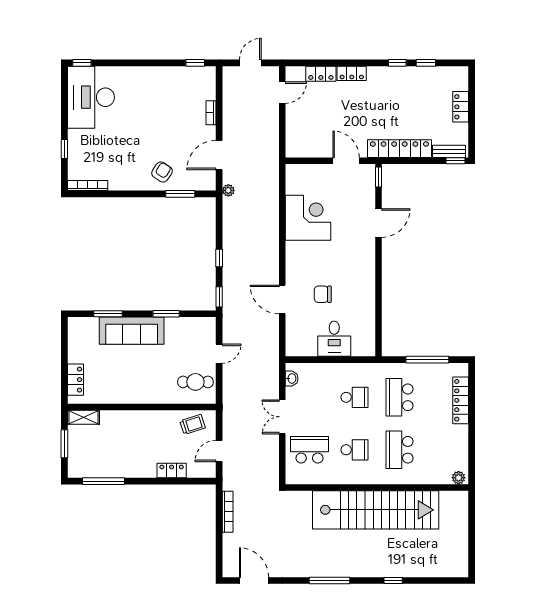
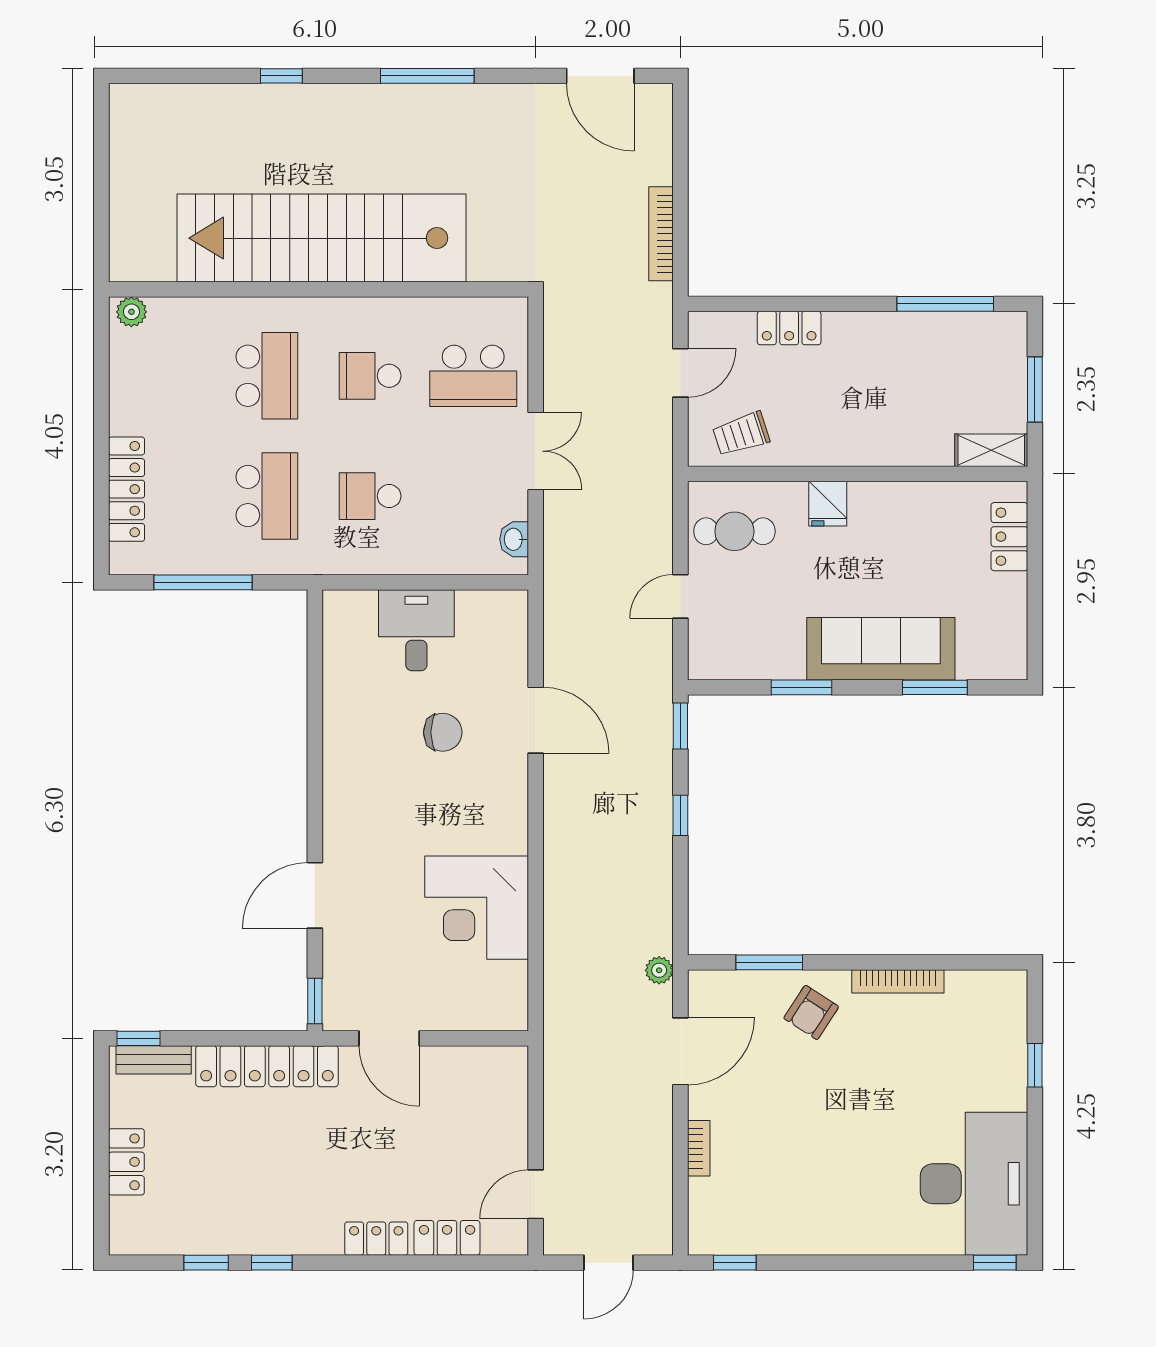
bookcase: (88, 186) -> (898, 981), moved
fridge: (155, 394) -> (828, 504), added

